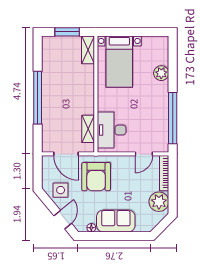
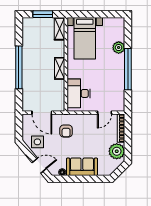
window: (173, 118) -> (128, 69), moved
shelving: (88, 129) -> (60, 68), moved
armchair: (96, 177) -> (66, 131), width x0.53, depth x0.53
door: (63, 220) -> (39, 166), hinge flipped

